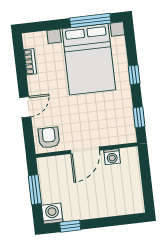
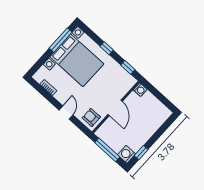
washing machine: (112, 157) -> (140, 90), moved
window: (35, 190) -> (107, 150), width x1.44

